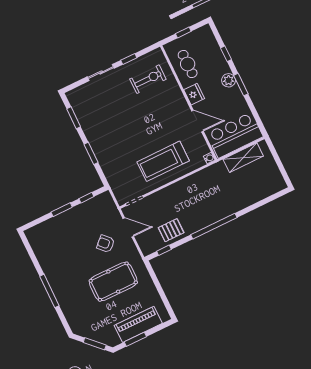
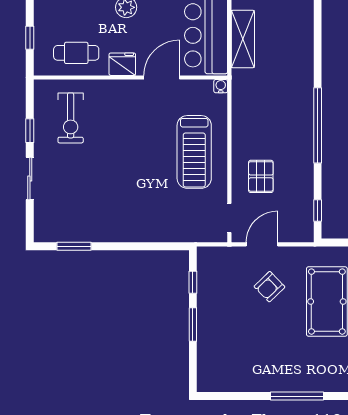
exercise bike: (148, 79) -> (71, 118), turned 180
window: (91, 153) -> (135, 246), removed
pallet: (171, 230) -> (261, 176), moved

